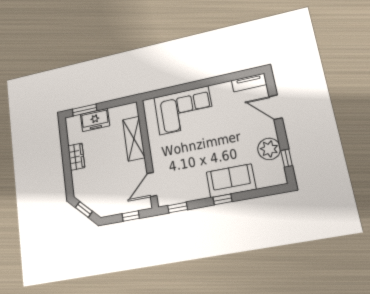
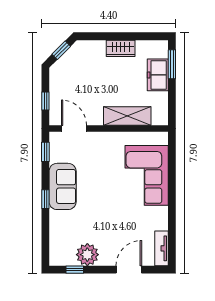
sofa: (231, 181) -> (63, 186), moved

